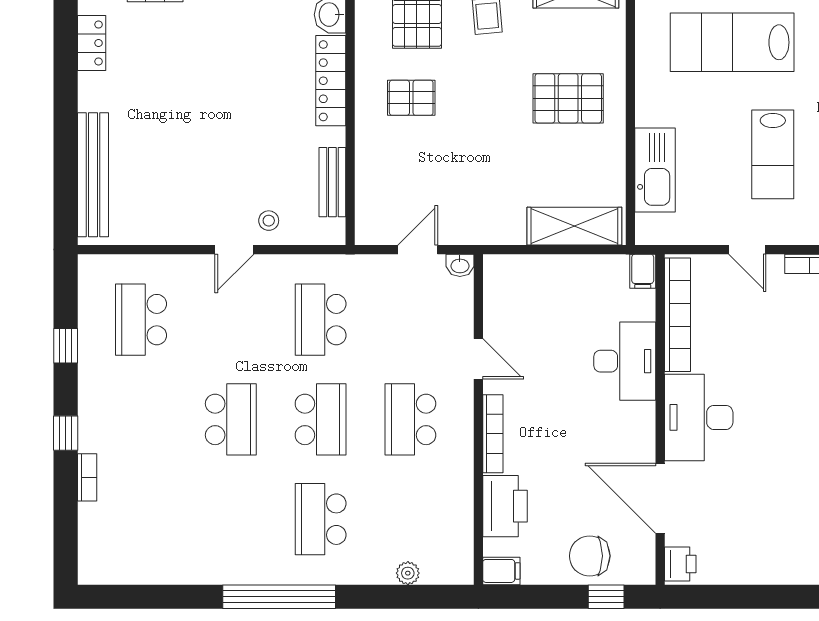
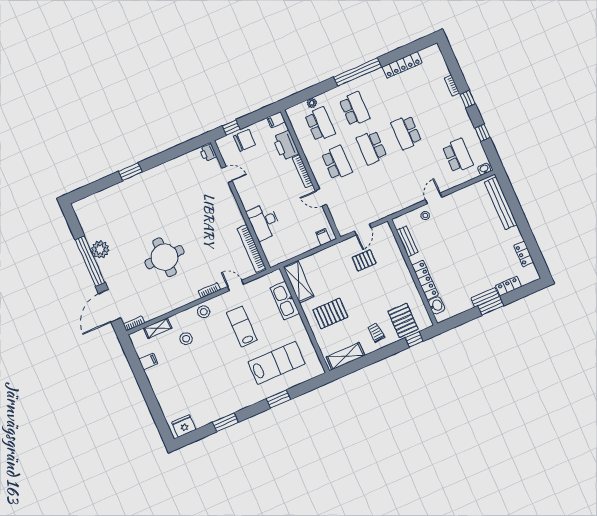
pallet: (411, 98) -> (364, 260), moved
shelving: (574, 226) -> (299, 282), moved, turned 90
washbasin: (460, 265) -> (484, 169), moved
filing cabinet: (643, 271) -> (323, 237), moved
school desk: (321, 320) -> (320, 124), moved
desk: (699, 417) -> (226, 212), removed
door: (660, 498) -> (227, 175), width x0.53
locker: (176, 570) -> (402, 65), added

